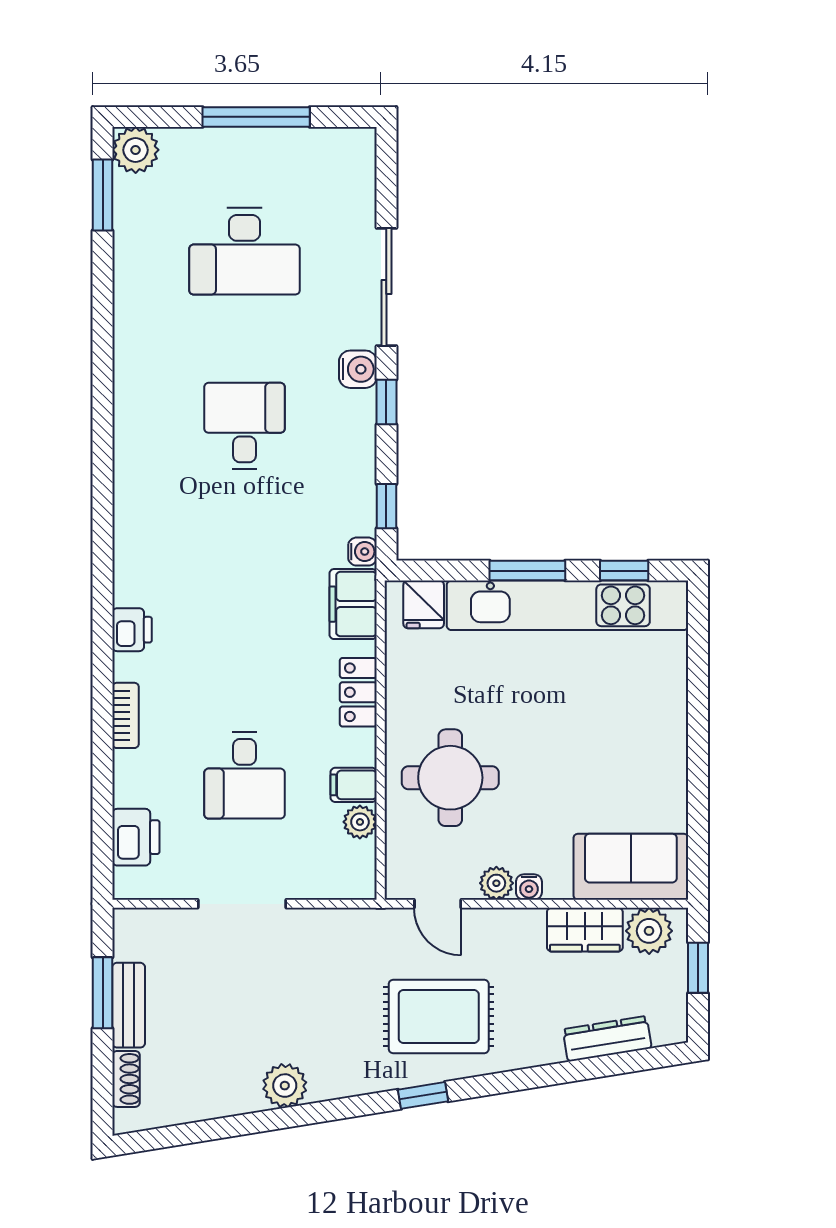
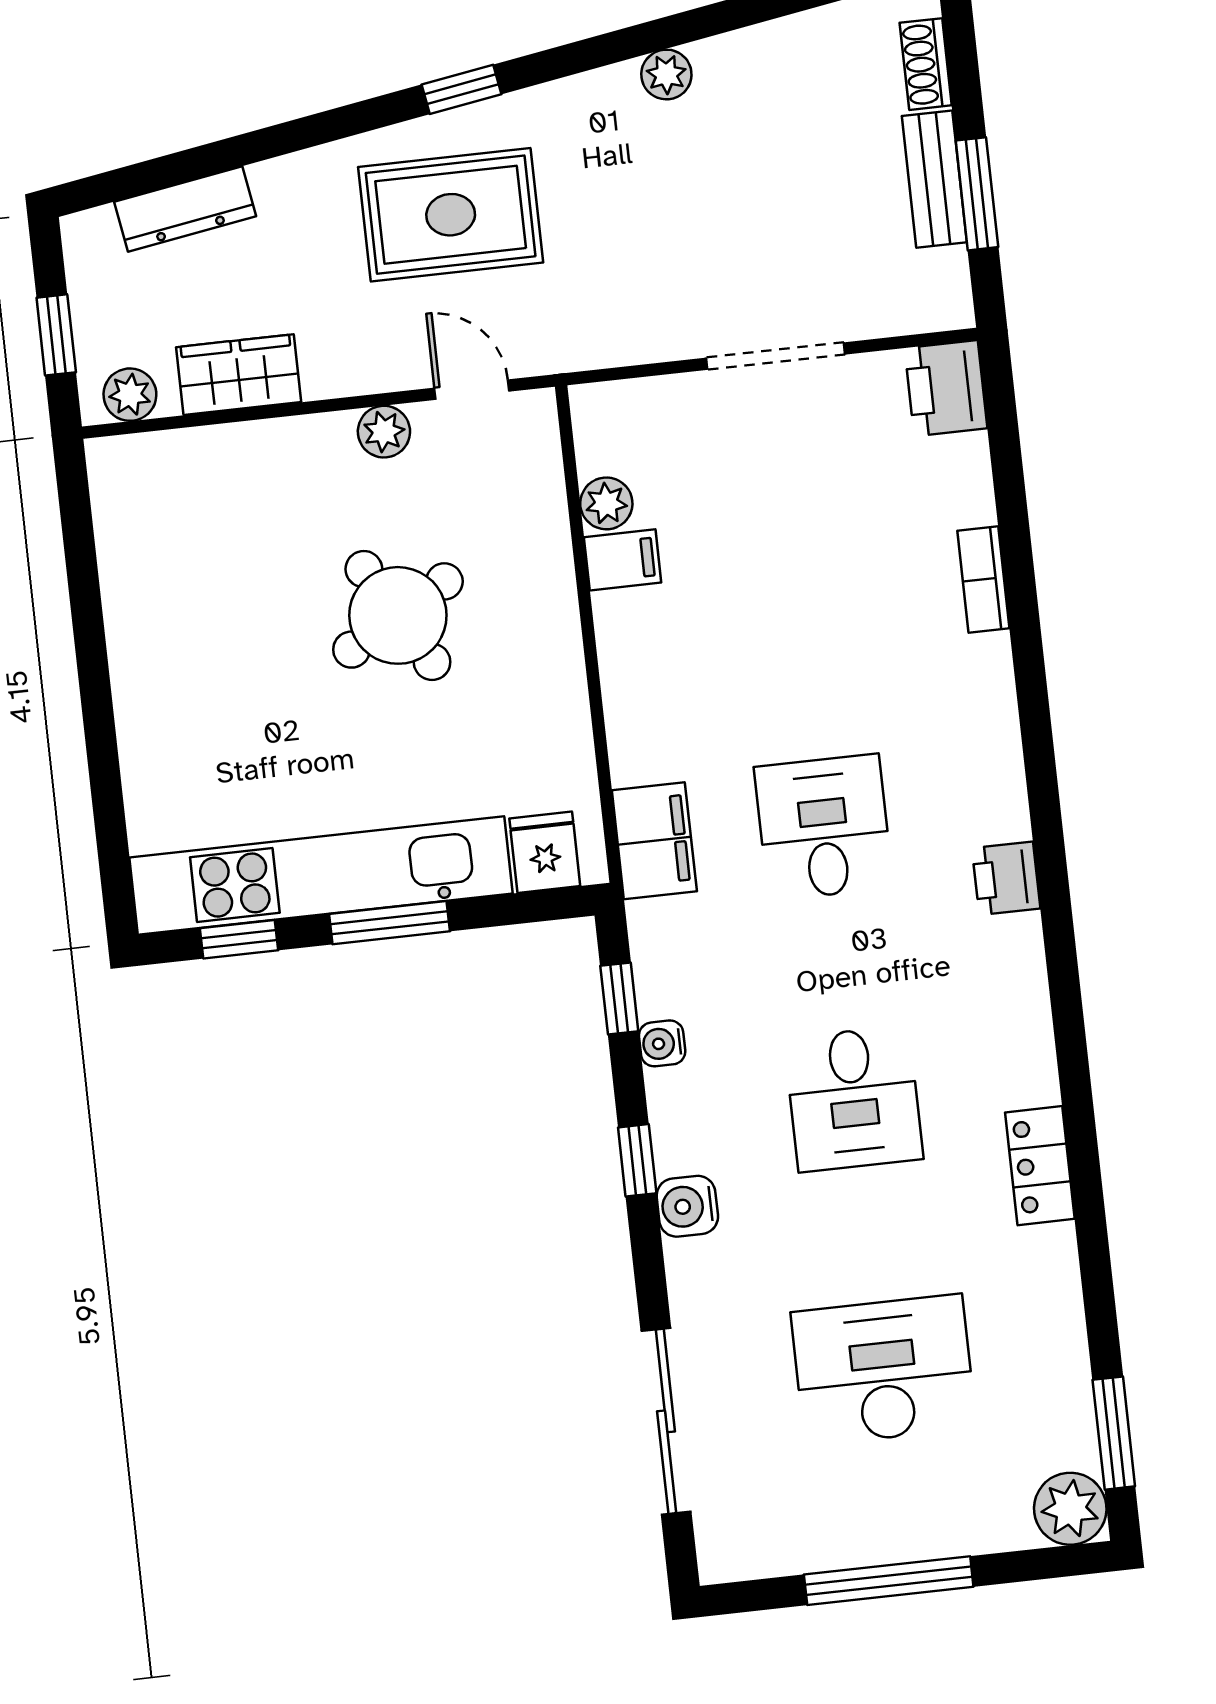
sliding door: (386, 287) -> (666, 1421), moved
water cooler: (362, 552) -> (662, 1043), moved
printer: (132, 630) -> (1006, 878), moved
locker: (358, 692) -> (1040, 1166), moved, turned 180
bookcase: (126, 715) -> (983, 579), moved
desk: (244, 775) -> (824, 827), moved
round table: (450, 778) -> (398, 615), moved, turned -30
printer: (136, 837) -> (946, 388), moved
sofa: (631, 867) -> (178, 480), removed
water cooler: (529, 887) -> (333, 431), removed
plant: (649, 931) -> (130, 395), width x0.73, depth x0.73
plant: (285, 1086) -> (666, 74), width x0.73, depth x0.73

